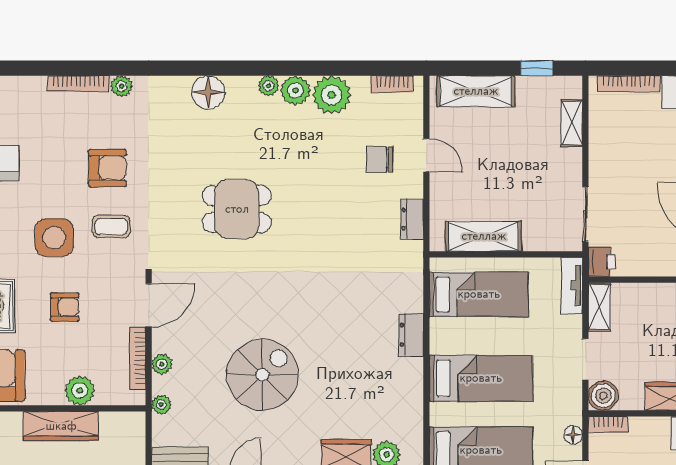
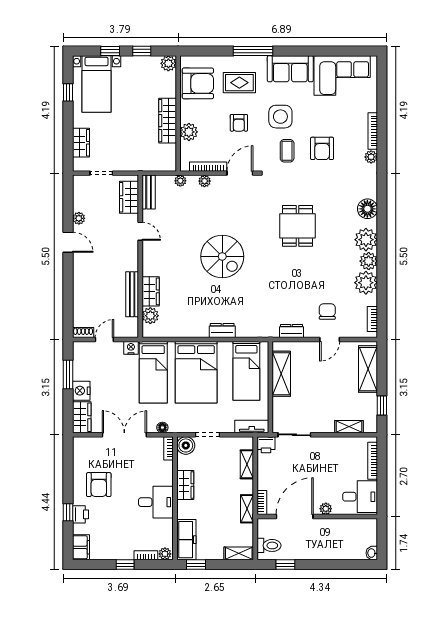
plant: (268, 86) -> (366, 240), width x1.87, depth x1.87
door: (149, 305) -> (240, 173), swing flipped
shelving: (599, 307) -> (247, 464), moved, turned 90
spiral stairs: (262, 375) -> (222, 256), moved
bed: (481, 378) -> (196, 372), width x1.50

